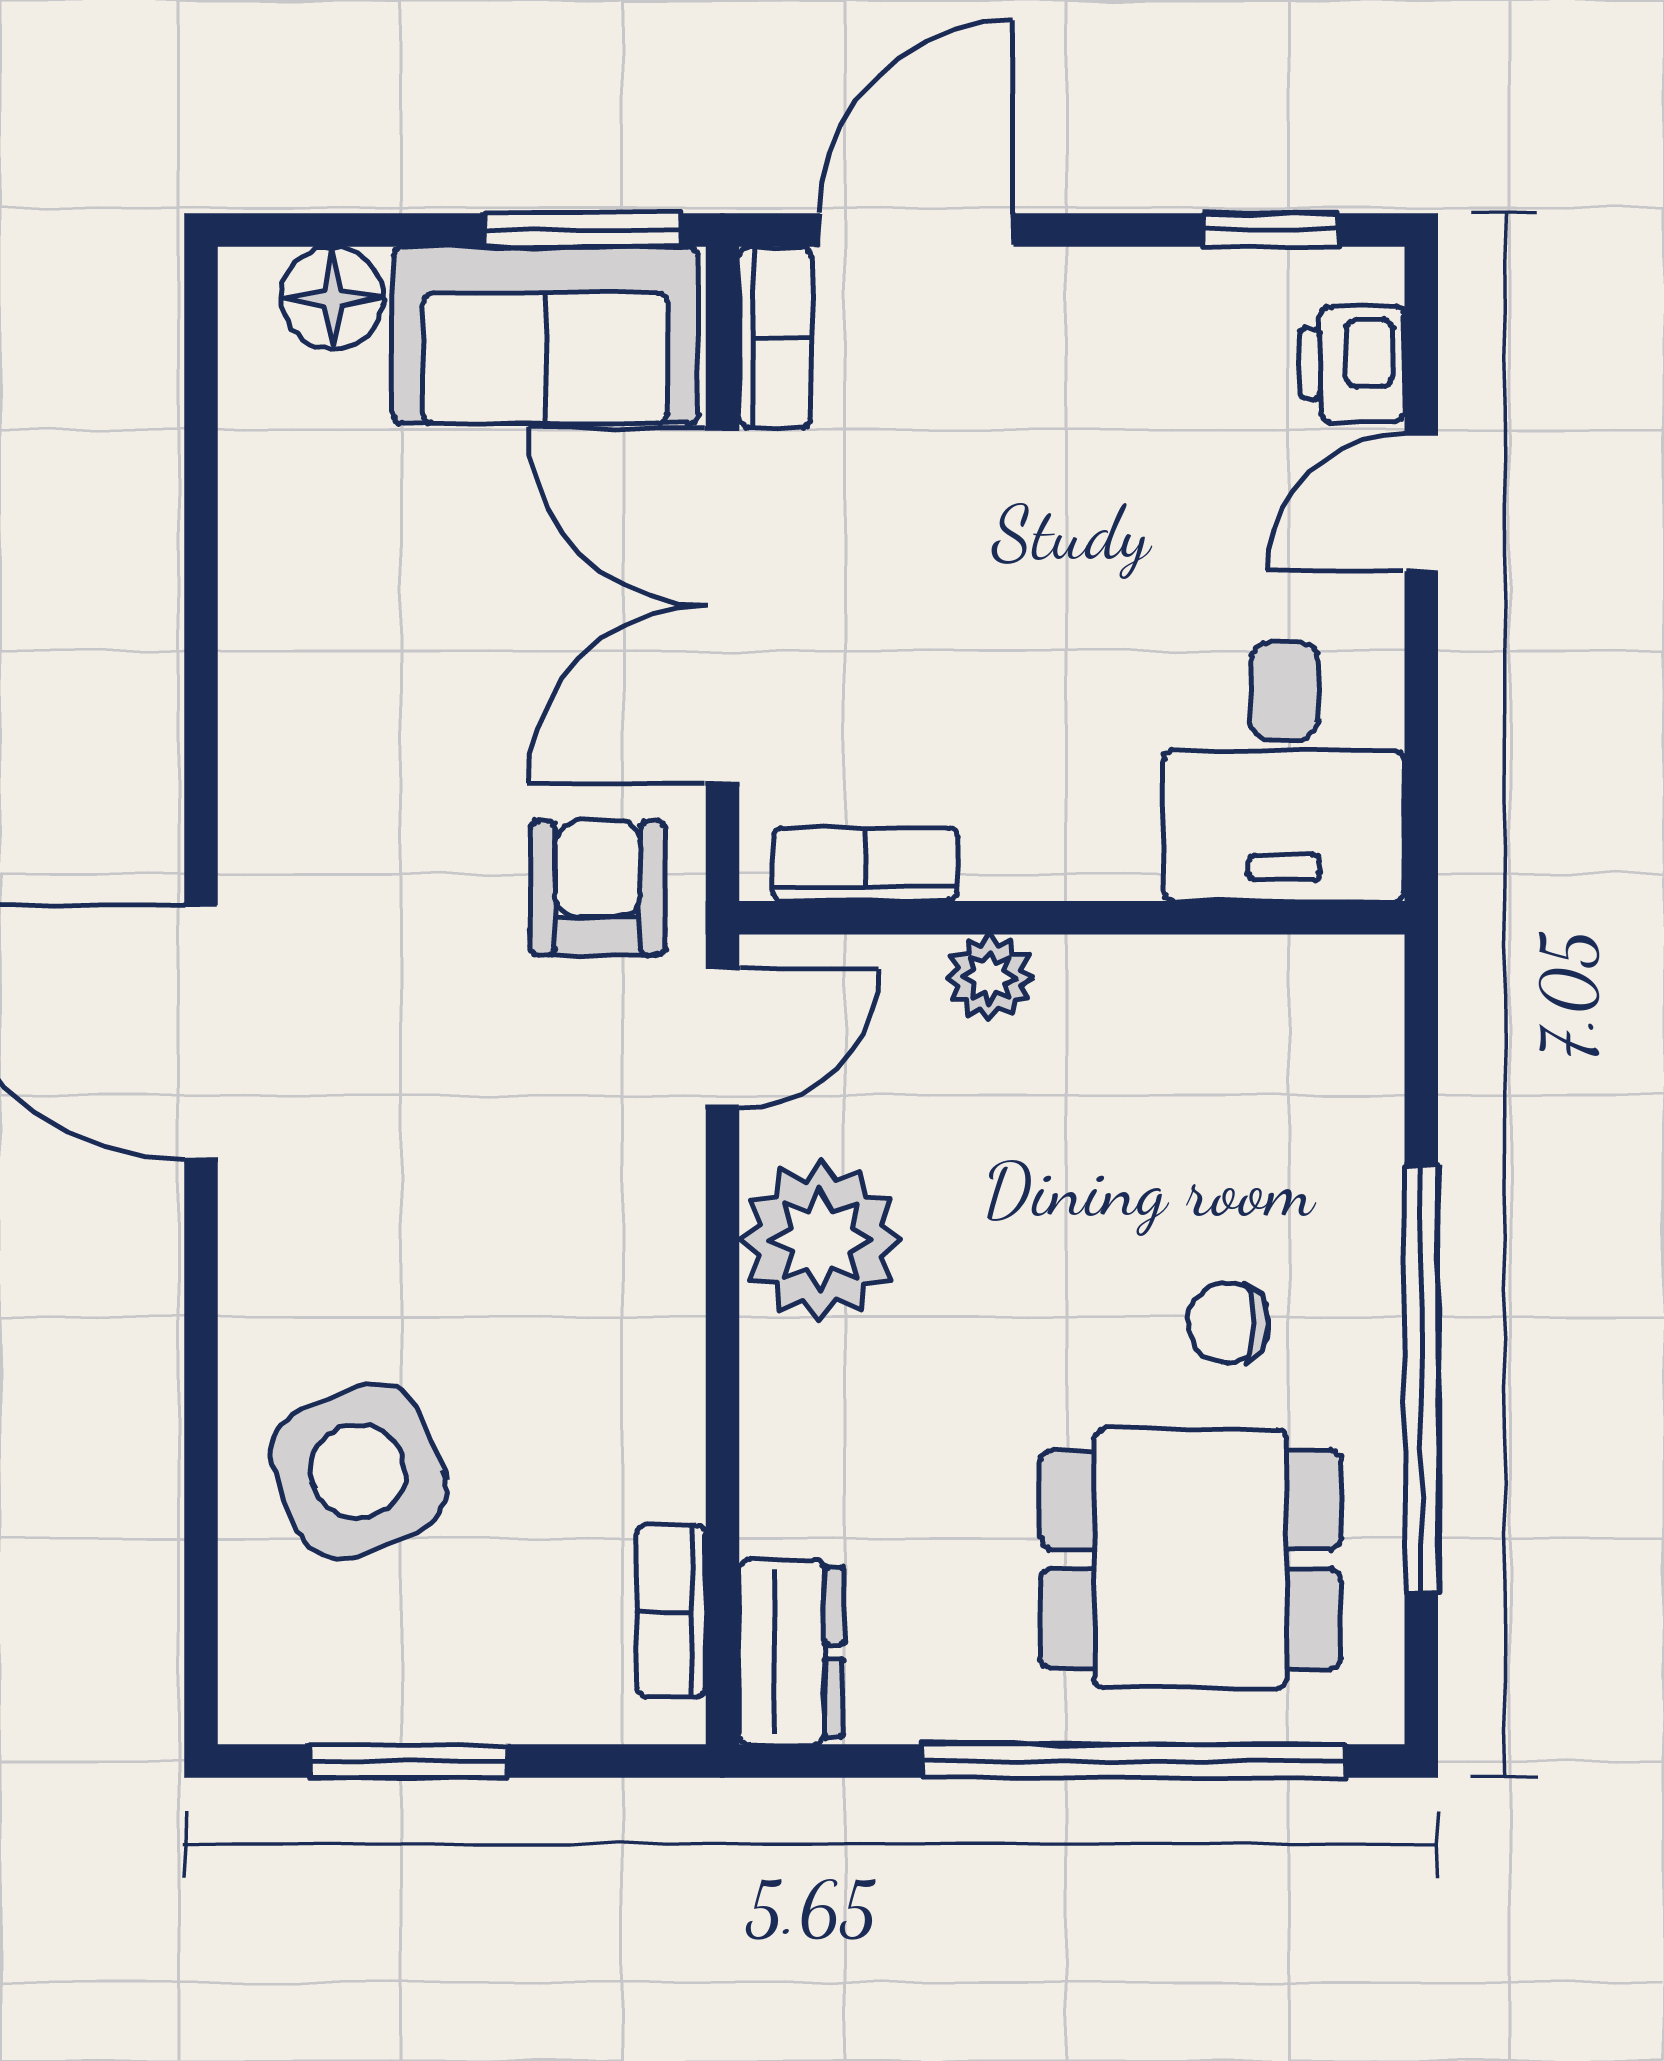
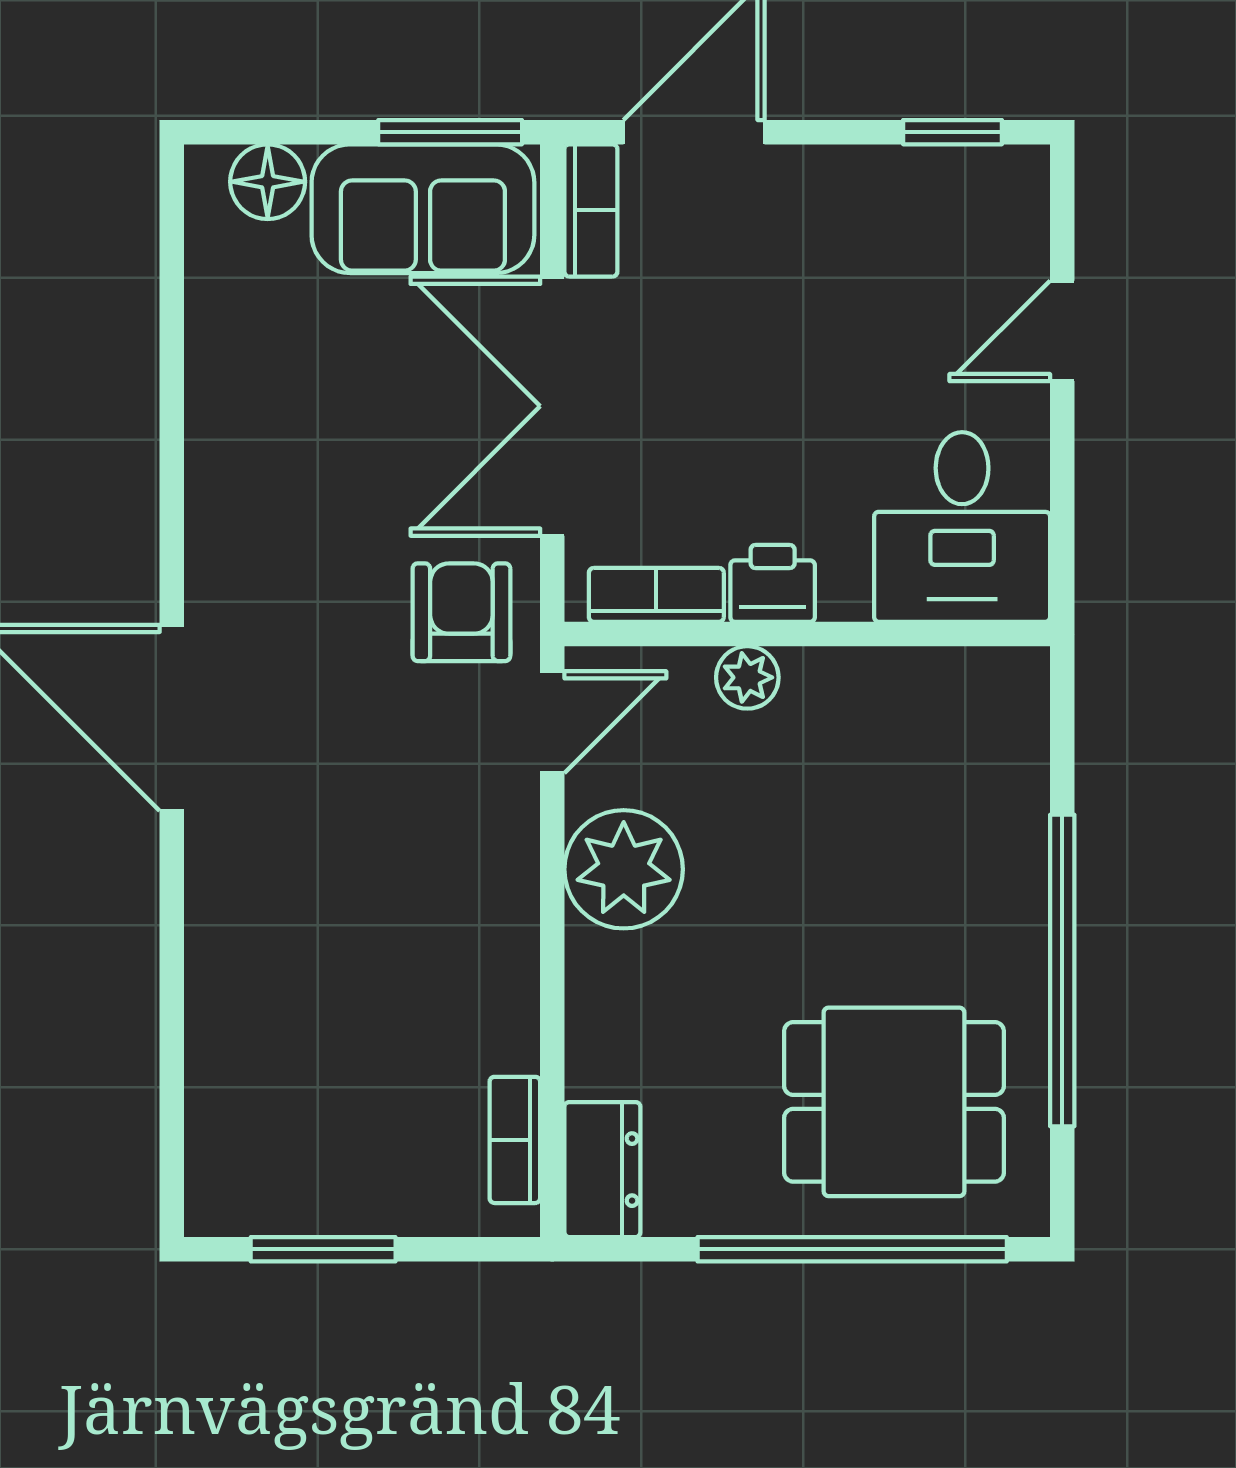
printer: (1352, 364) -> (773, 583), moved, turned 90
chair: (1228, 1323) -> (922, 930), removed
side table: (358, 1471) -> (287, 1038), removed

